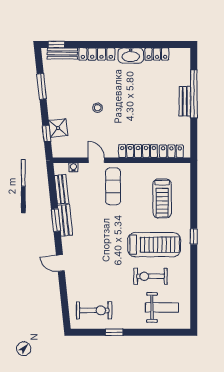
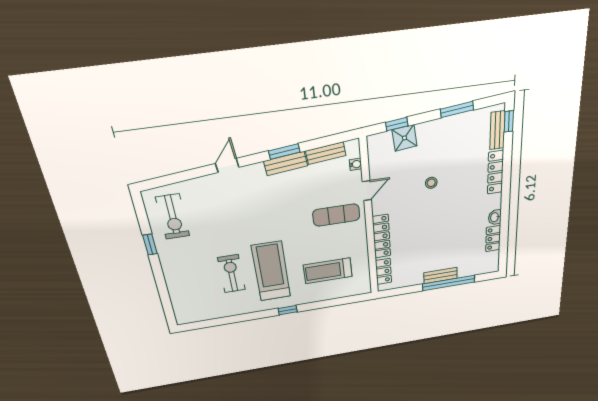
washbasin: (131, 56) -> (495, 217), width x0.52, depth x0.69
treadmill: (154, 245) -> (271, 271), turned 180
weight bench: (162, 307) -> (196, 292), removed

